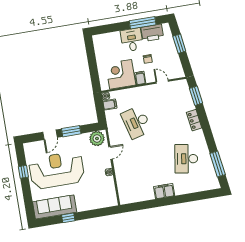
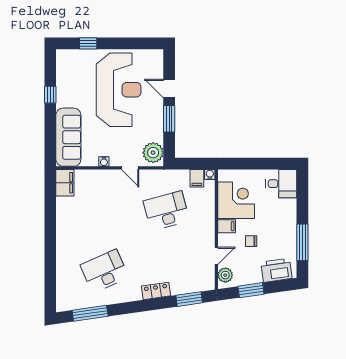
printer: (152, 33) -> (276, 270), moved, turned 82
desk: (132, 40) -> (281, 184), moved
window: (179, 44) -> (251, 290), moved
plant: (175, 73) -> (225, 275), added
desk: (186, 159) -> (105, 271), turned -33
window: (23, 172) -> (88, 43), moved
filing cabinet: (164, 191) -> (65, 183), moved
sofa: (55, 207) -> (68, 137), moved

